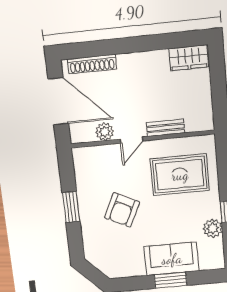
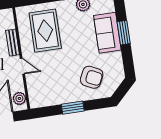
plant: (105, 132) -> (19, 98), moved
armchair: (122, 210) -> (92, 77), moved

